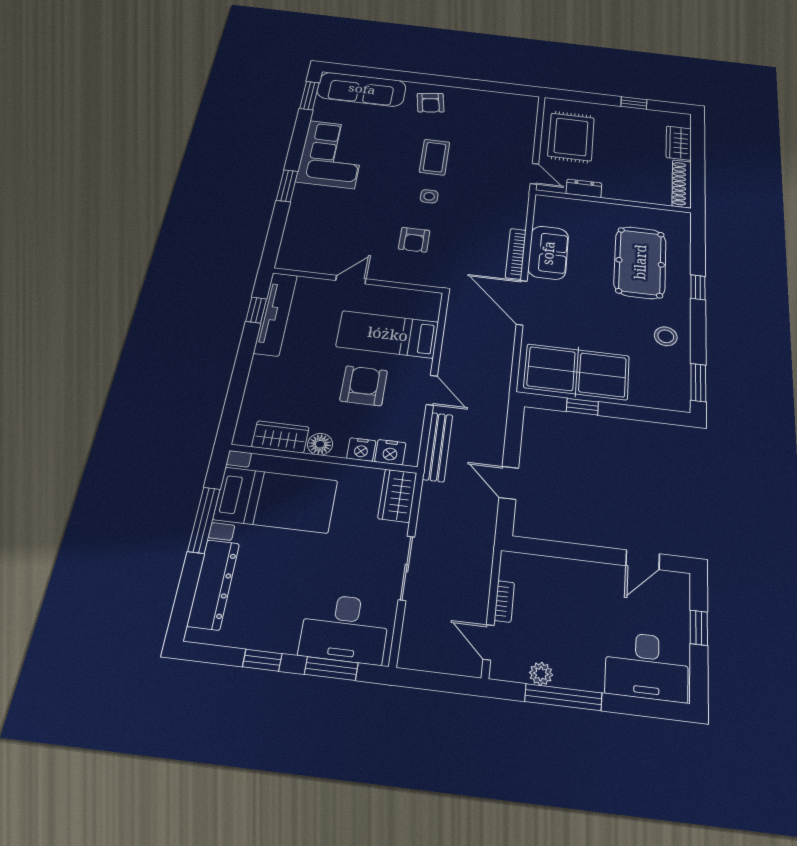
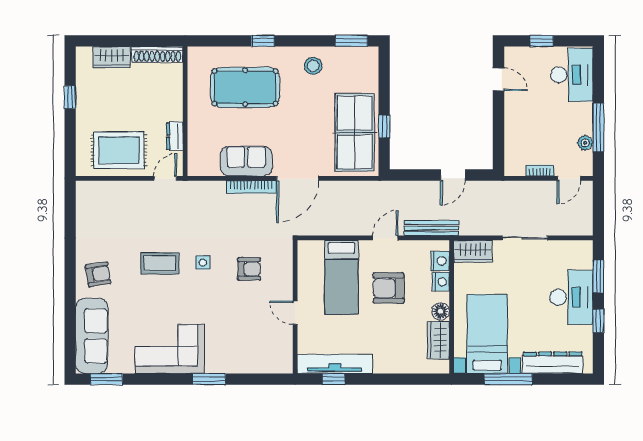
desk: (345, 629) -> (571, 297), moved

